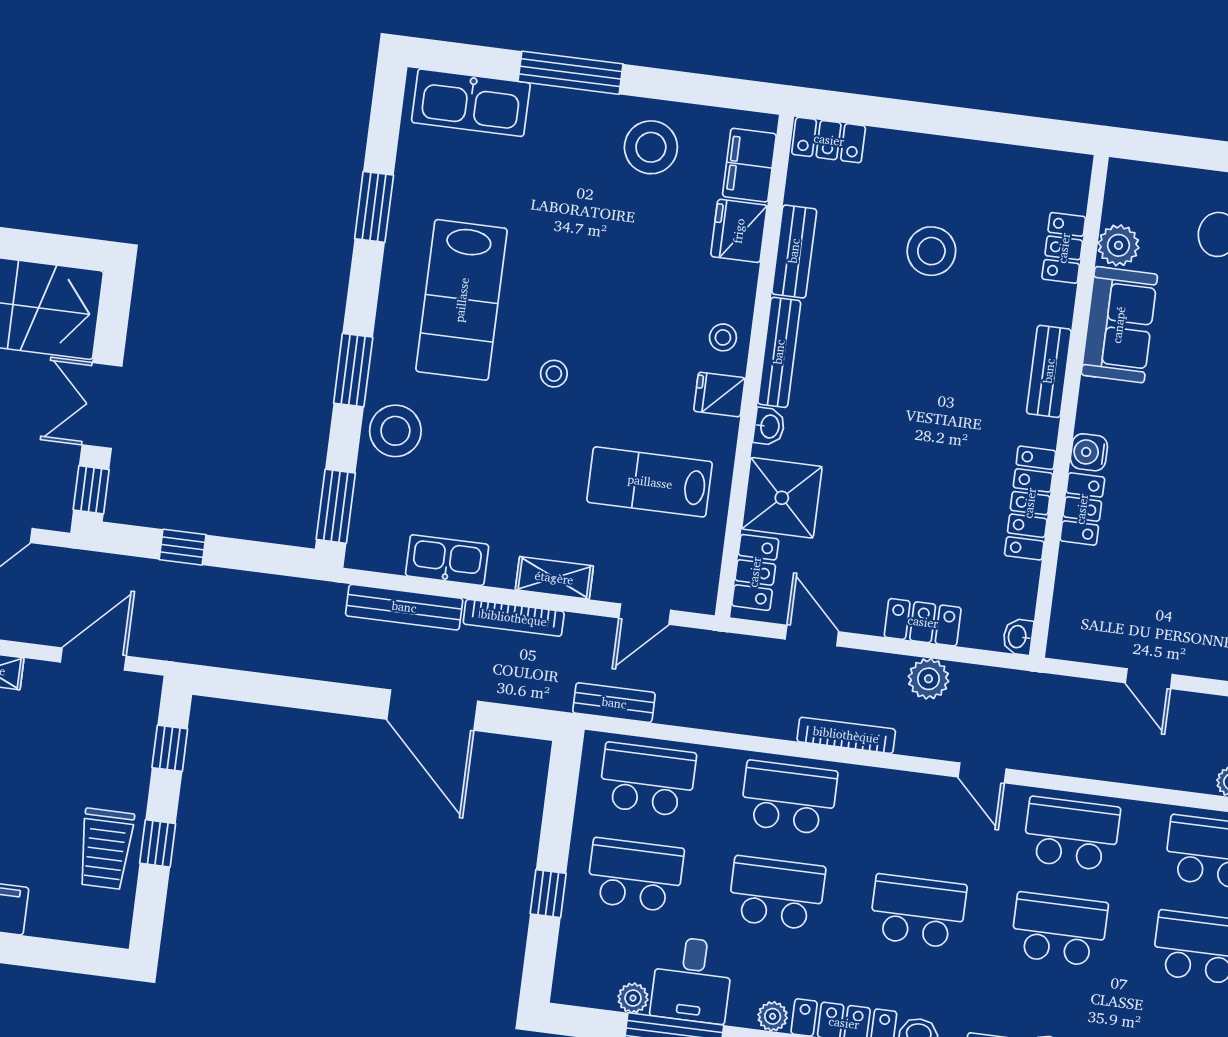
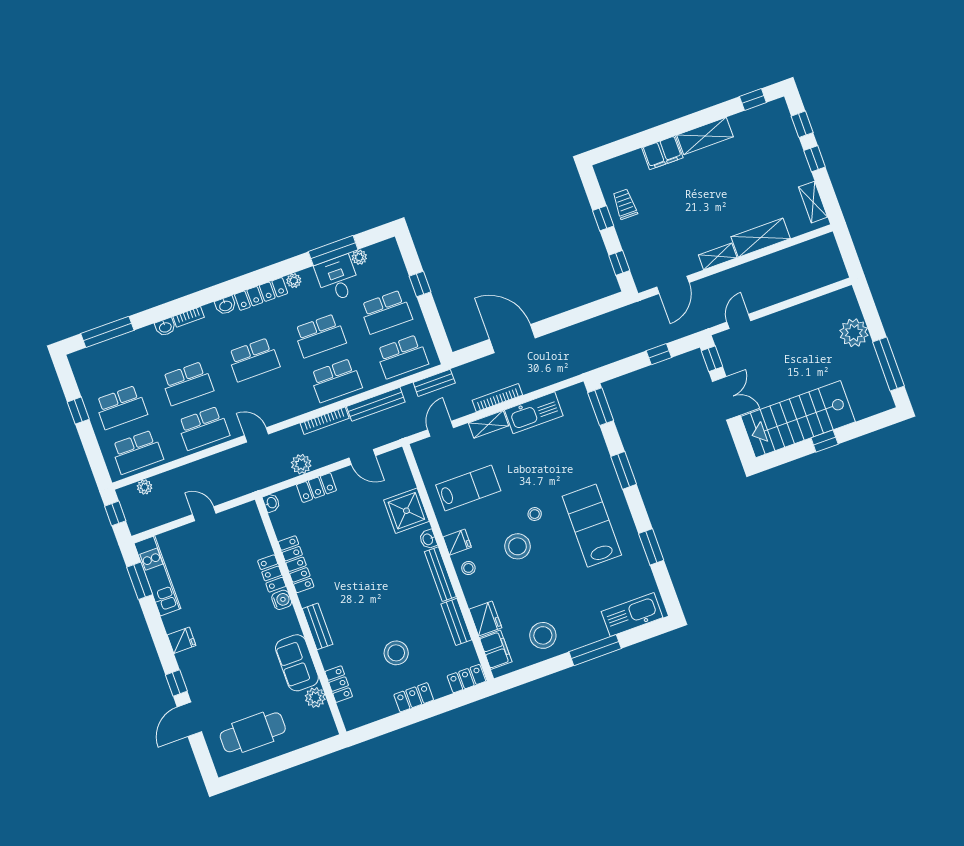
stool: (395, 431) -> (517, 546), moved
kitchen sink: (447, 560) -> (534, 413), width x1.36, depth x1.24
locker: (755, 572) -> (414, 697), moved, turned 90
bench: (404, 607) -> (376, 404), moved
trolley: (106, 849) -> (625, 204), width x0.73, depth x0.72

